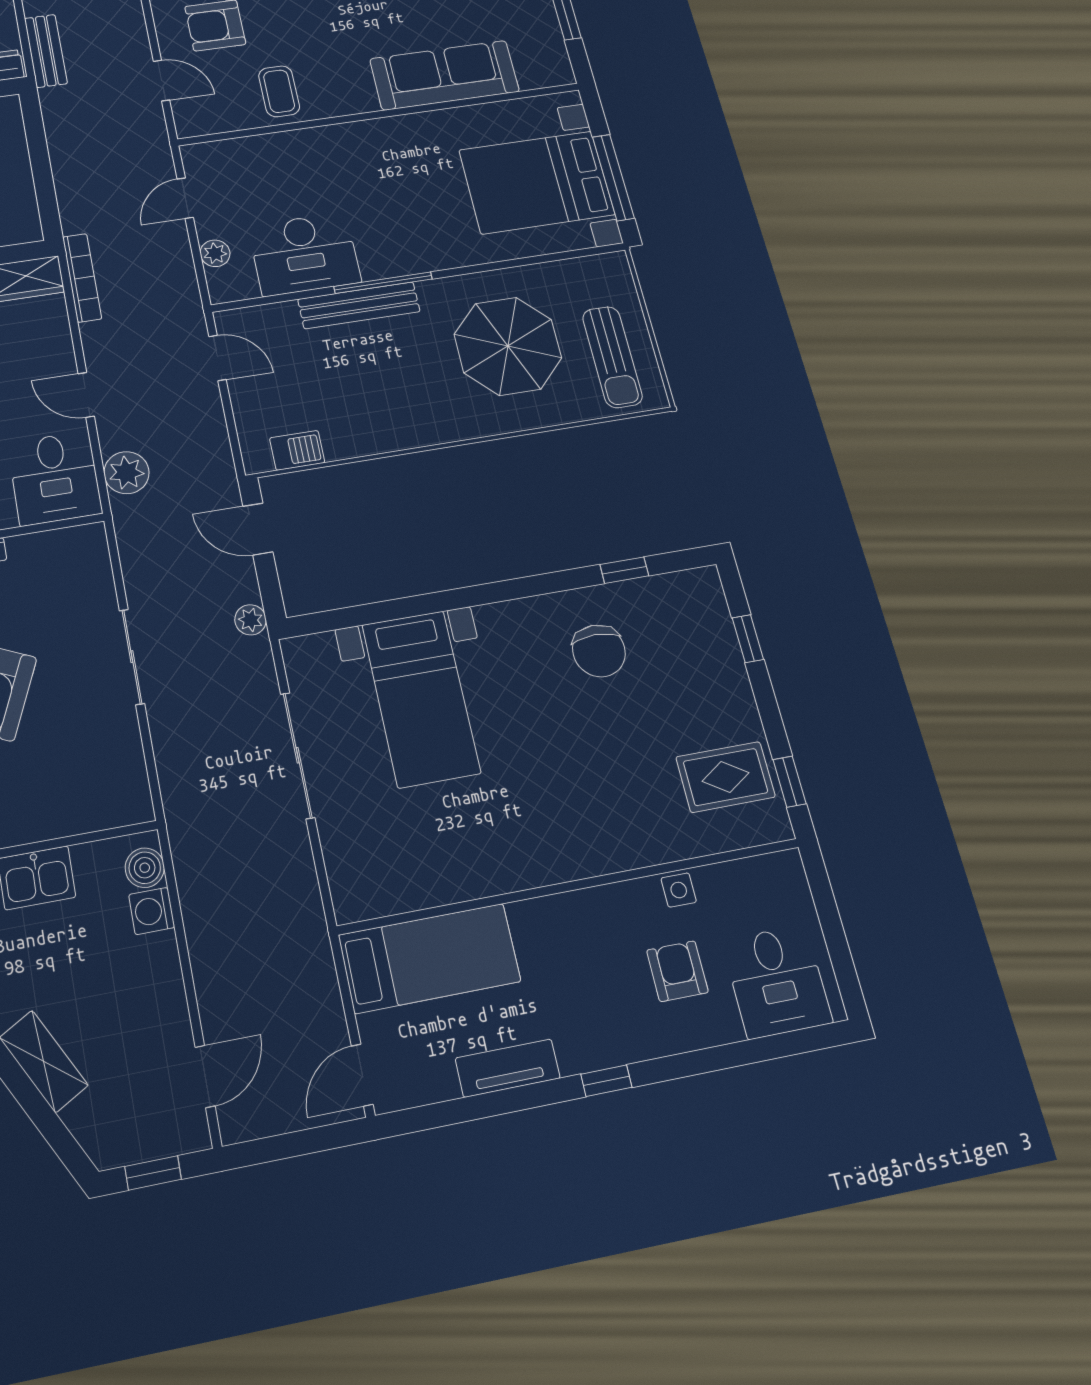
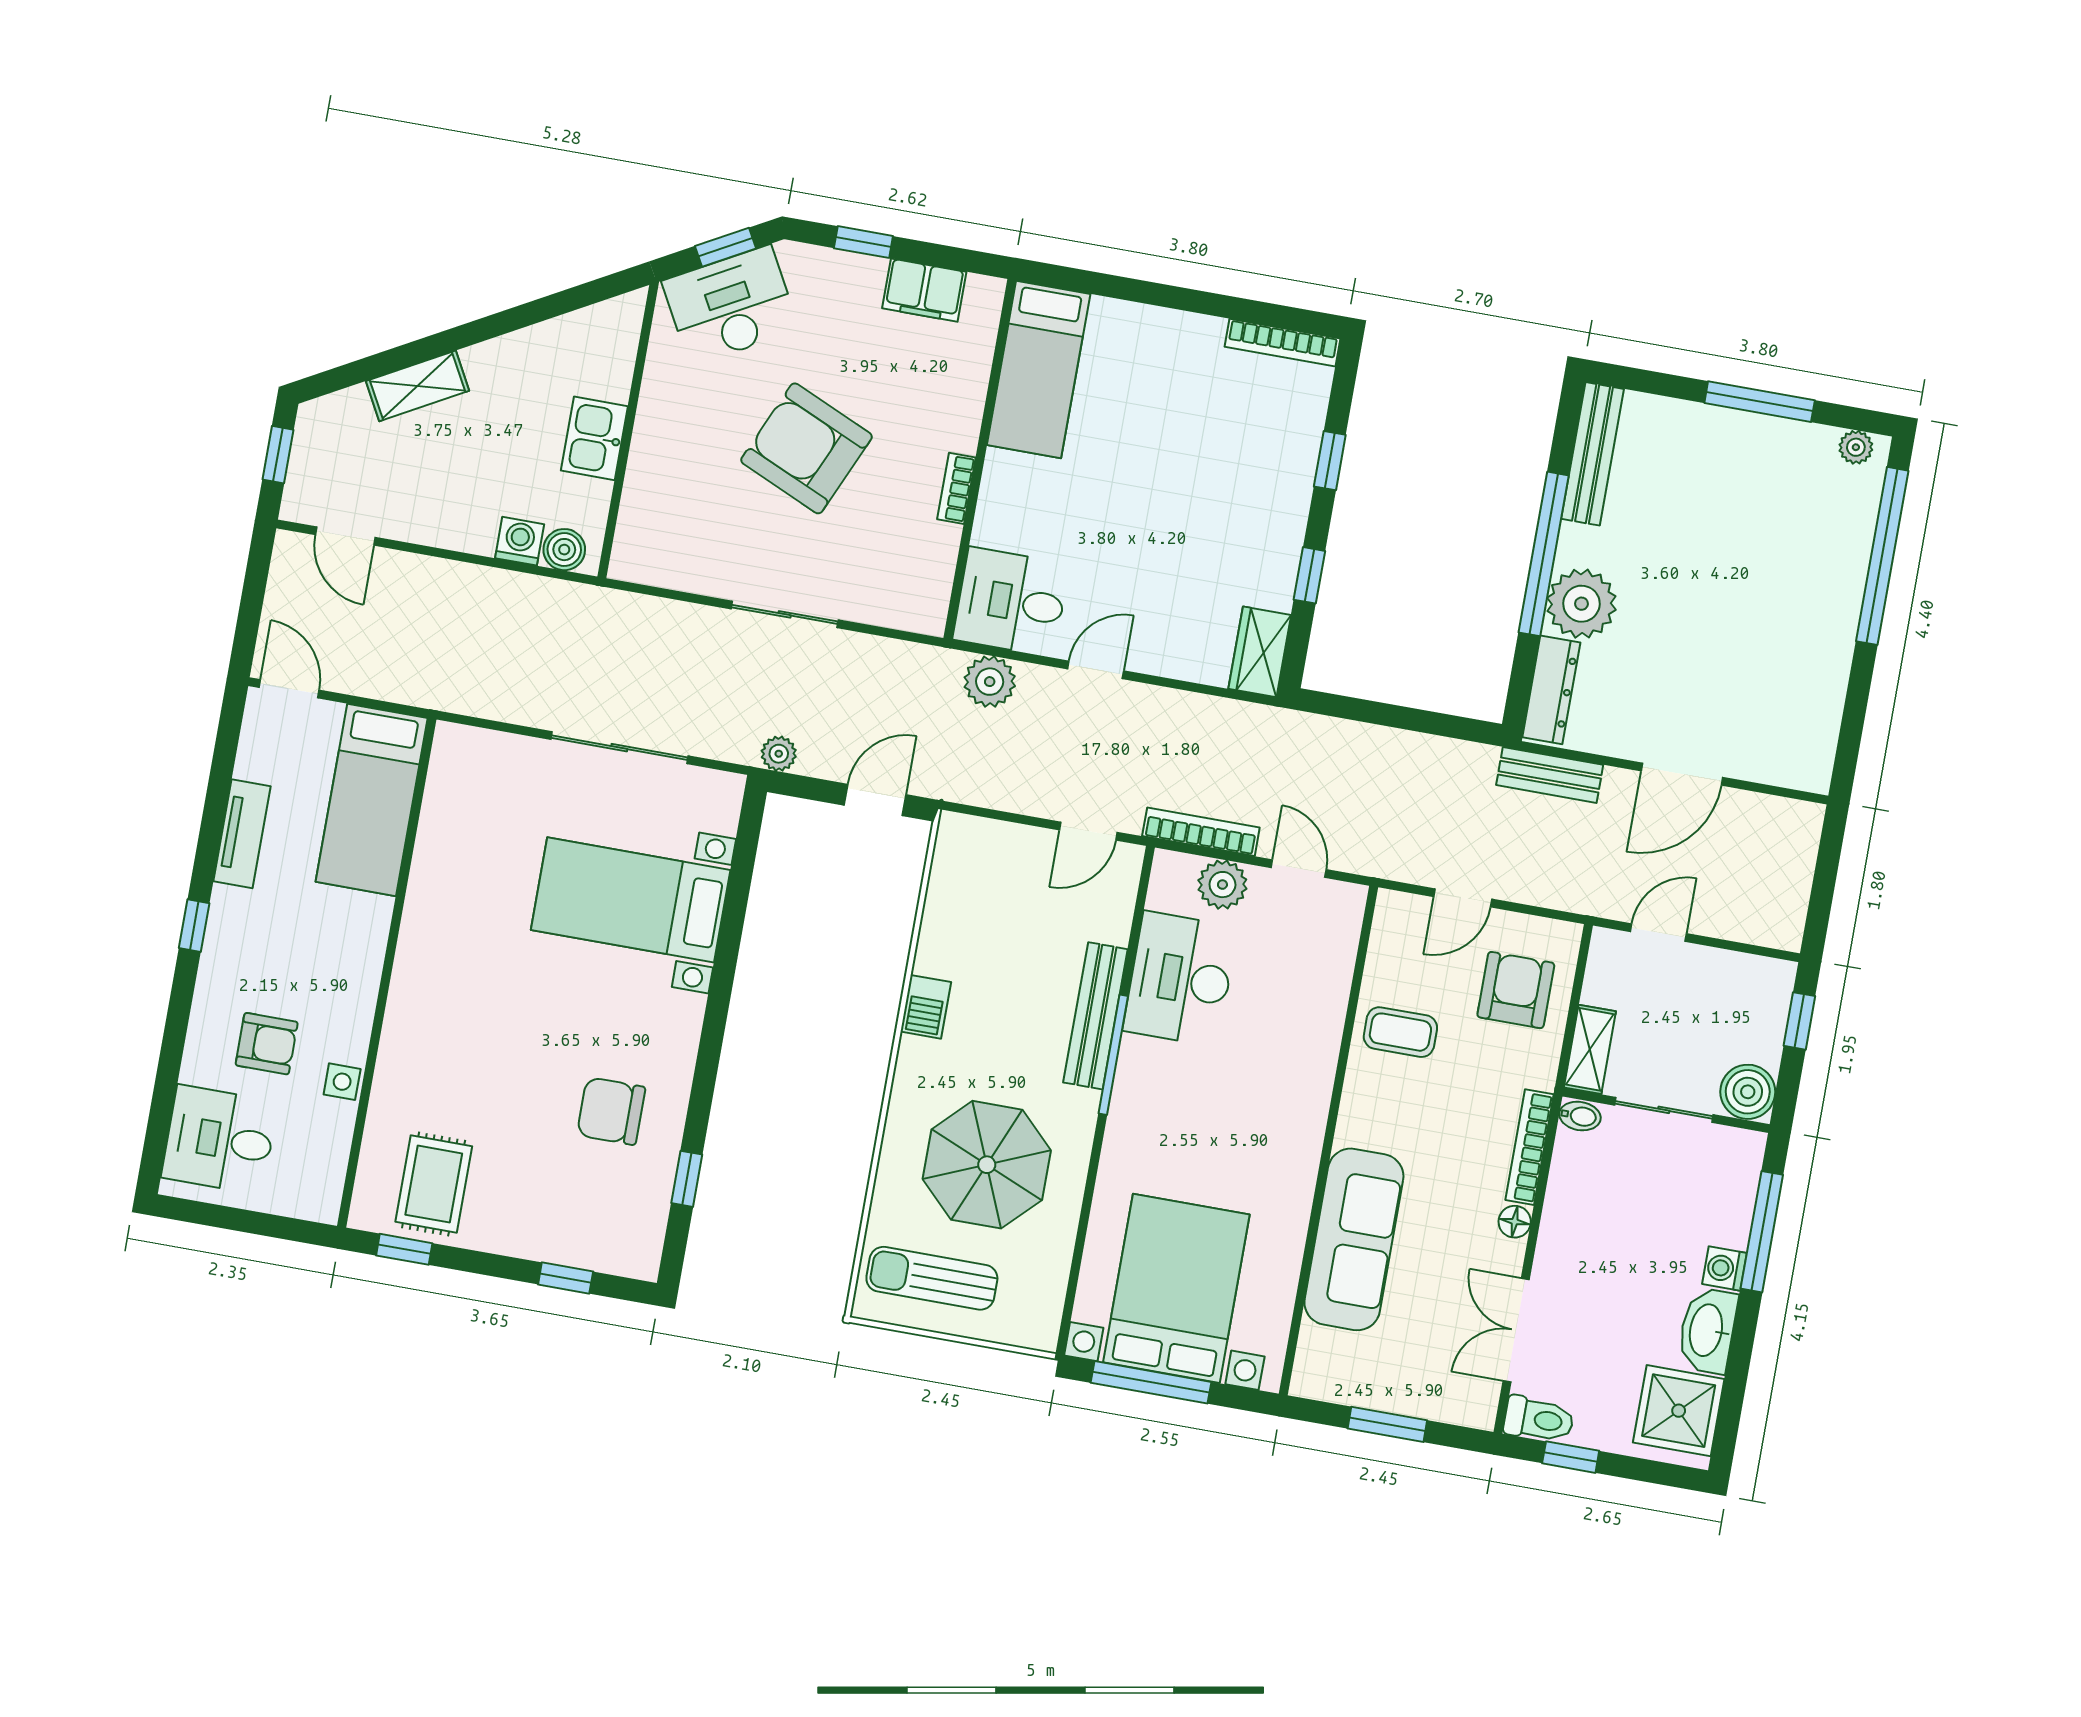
plant: (215, 253) -> (1222, 885), width x1.38, depth x1.38
bookcase: (82, 278) -> (1201, 832), moved, turned 180
barbecue: (297, 450) -> (926, 1007), moved

